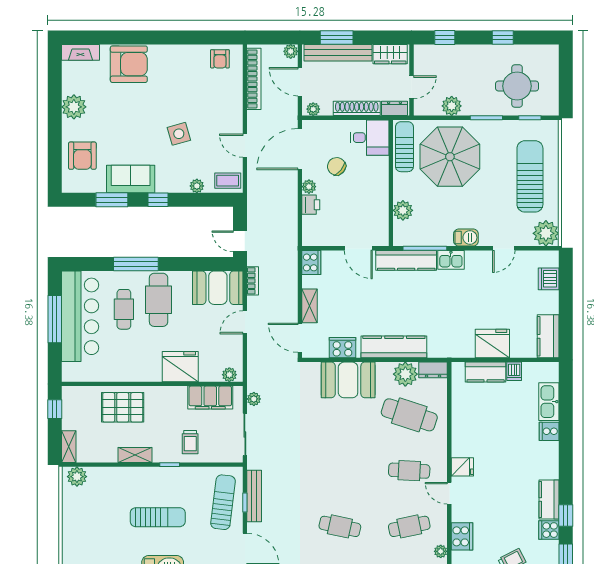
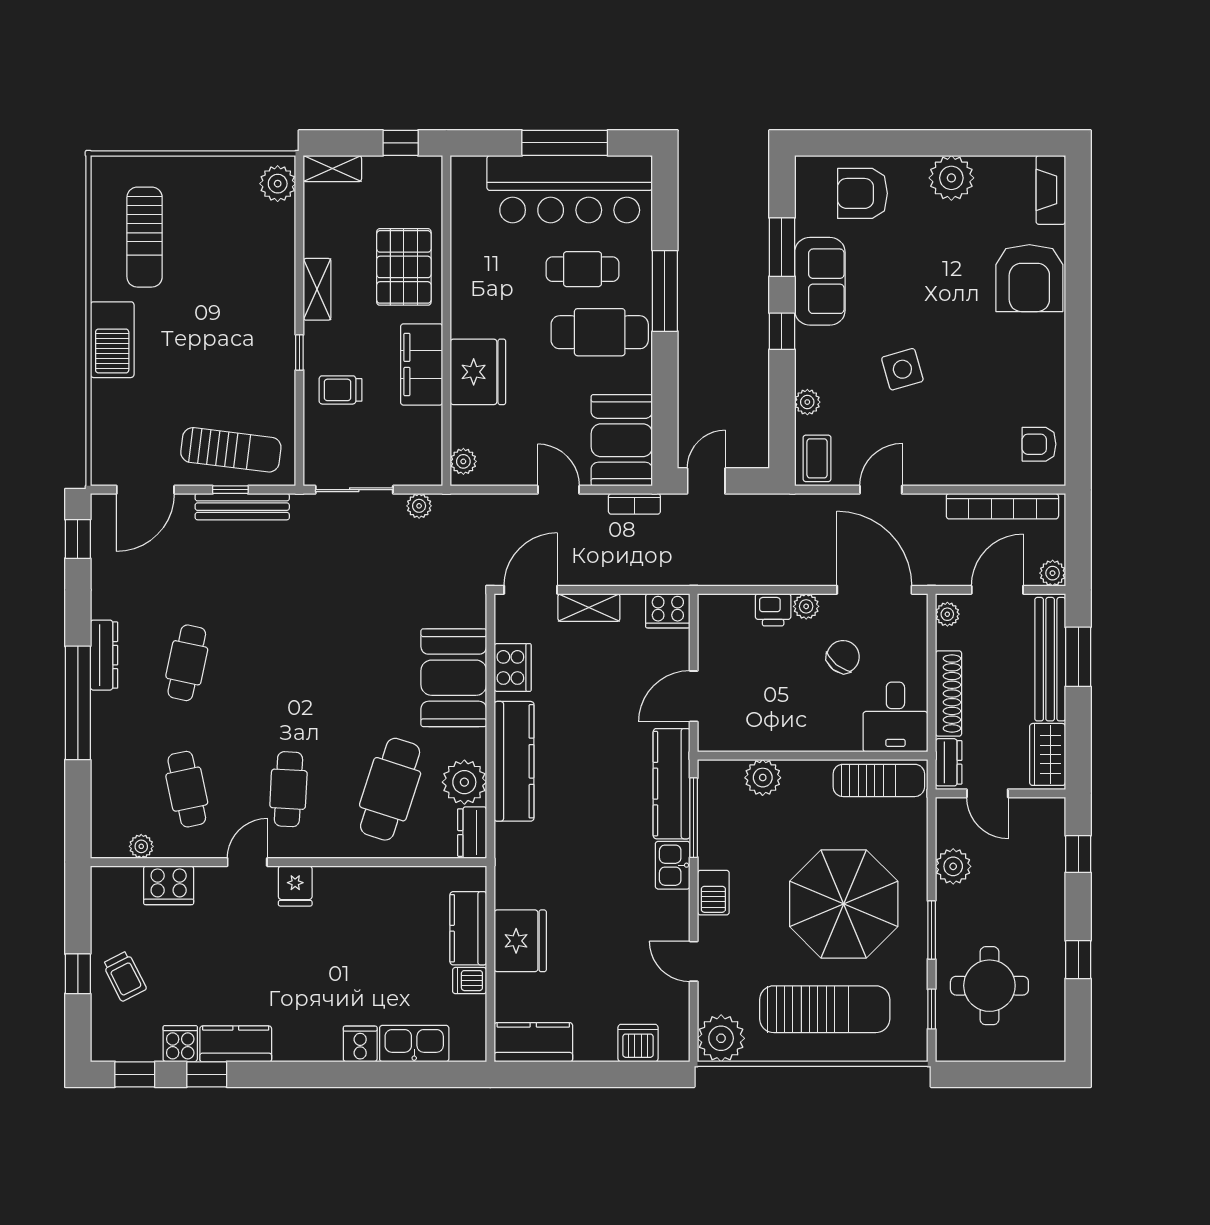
parasol: (450, 157) -> (844, 904), moved
filing cabinet: (210, 398) -> (422, 364), moved
sun lounger: (158, 517) -> (145, 237), moved

